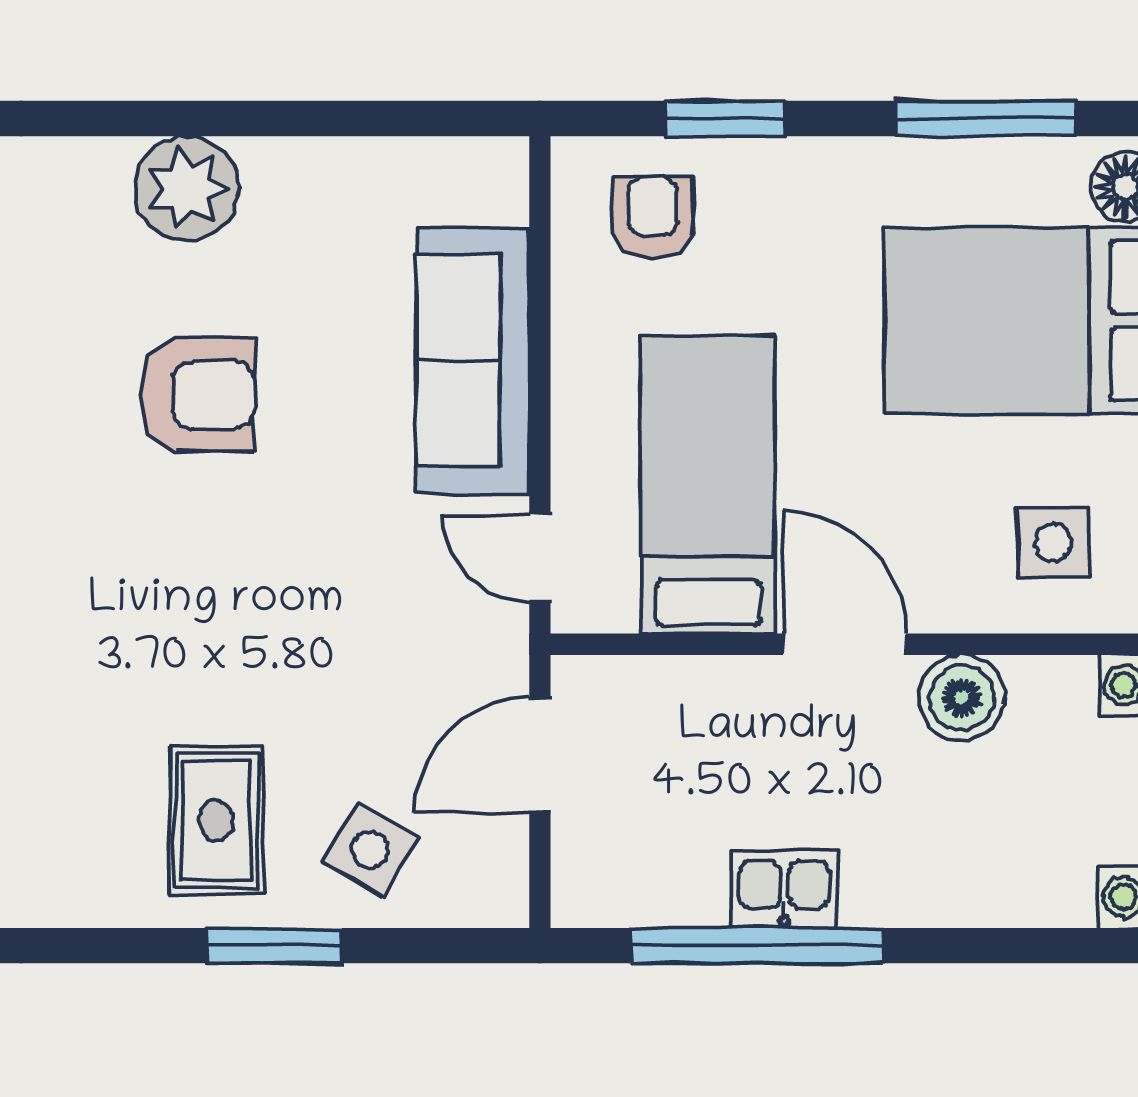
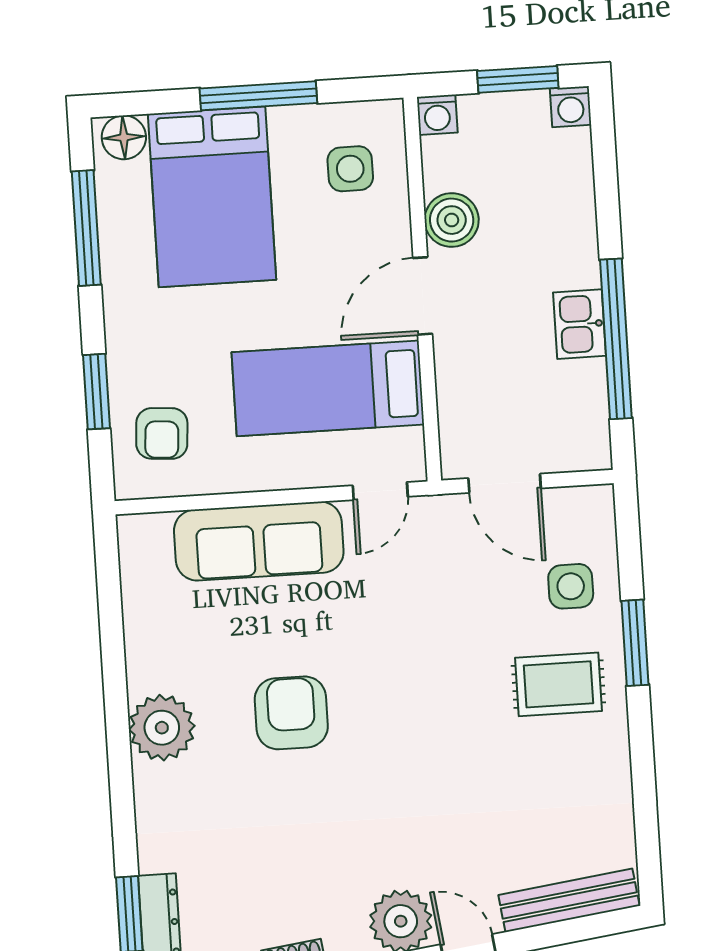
armchair: (653, 218) -> (162, 433), turned -86
side table: (370, 850) -> (571, 586), turned -30

